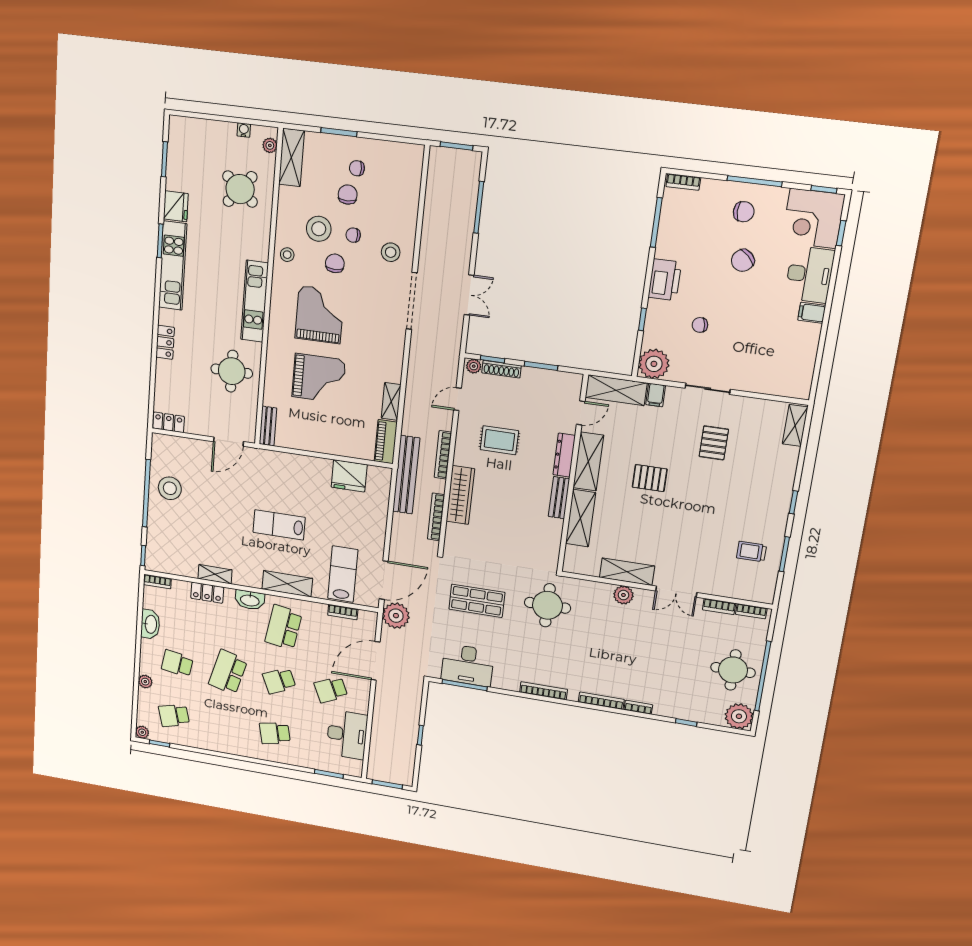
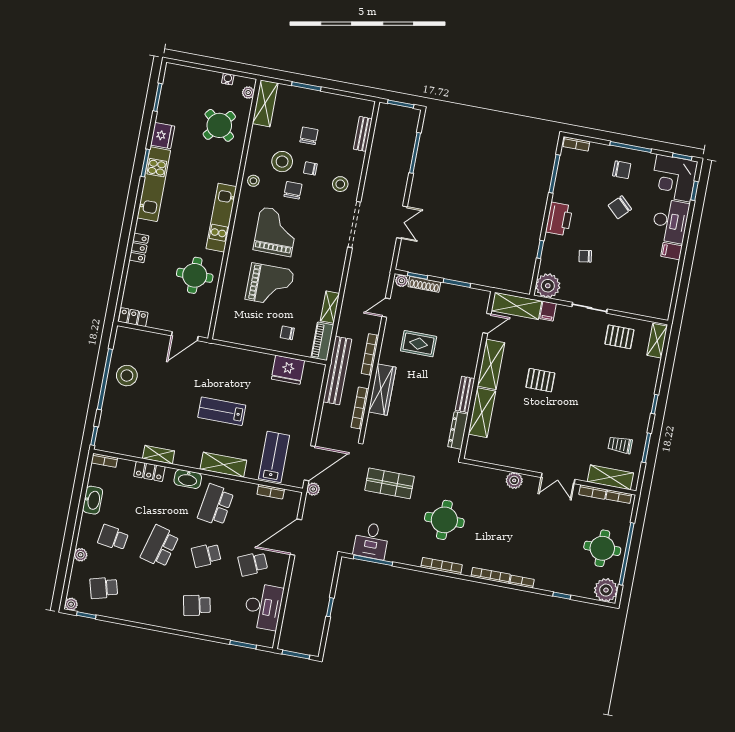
chair: (357, 168) -> (287, 333), moved
bench: (268, 426) -> (363, 134), moved
pallet: (714, 443) -> (619, 337), moved, turned 90
dresser: (564, 455) -> (458, 430), moved
shelving: (627, 572) -> (610, 477), moved
round table: (547, 605) -> (444, 520), moved
plant: (396, 616) -> (313, 489), width x0.53, depth x0.53
desk: (468, 665) -> (371, 541), width x0.73

